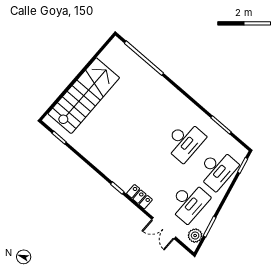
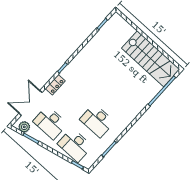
stairs: (84, 96) -> (151, 59), moved
double door: (164, 228) -> (31, 103), width x1.37

